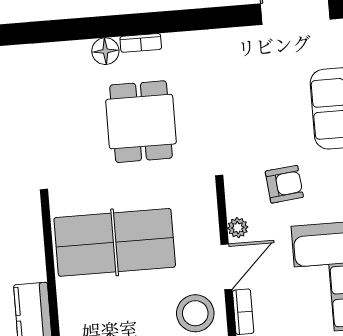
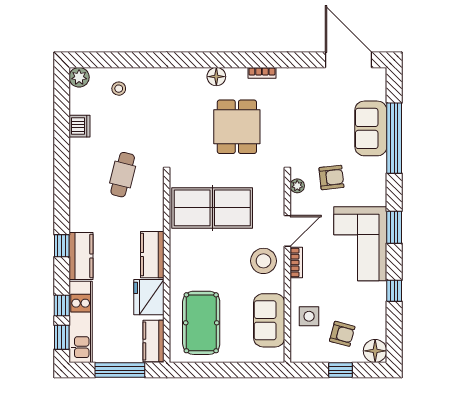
bookcase: (141, 43) -> (262, 73), moved
plant: (238, 228) -> (297, 186), moved

